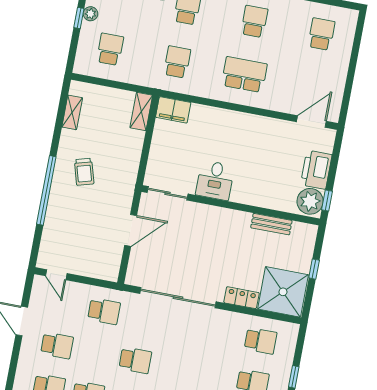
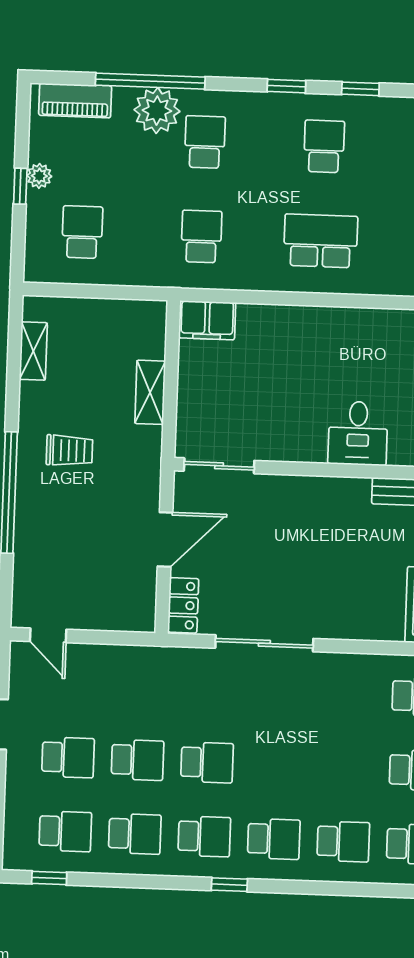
shelving: (141, 111) -> (150, 392), moved
trolley: (84, 172) -> (69, 450), turned -74
desk: (215, 180) -> (358, 433), moved
sliding door: (178, 298) -> (264, 643), width x0.73
locker: (241, 298) -> (183, 605), moved, turned 90
school desk: (104, 311) -> (137, 760), moved

